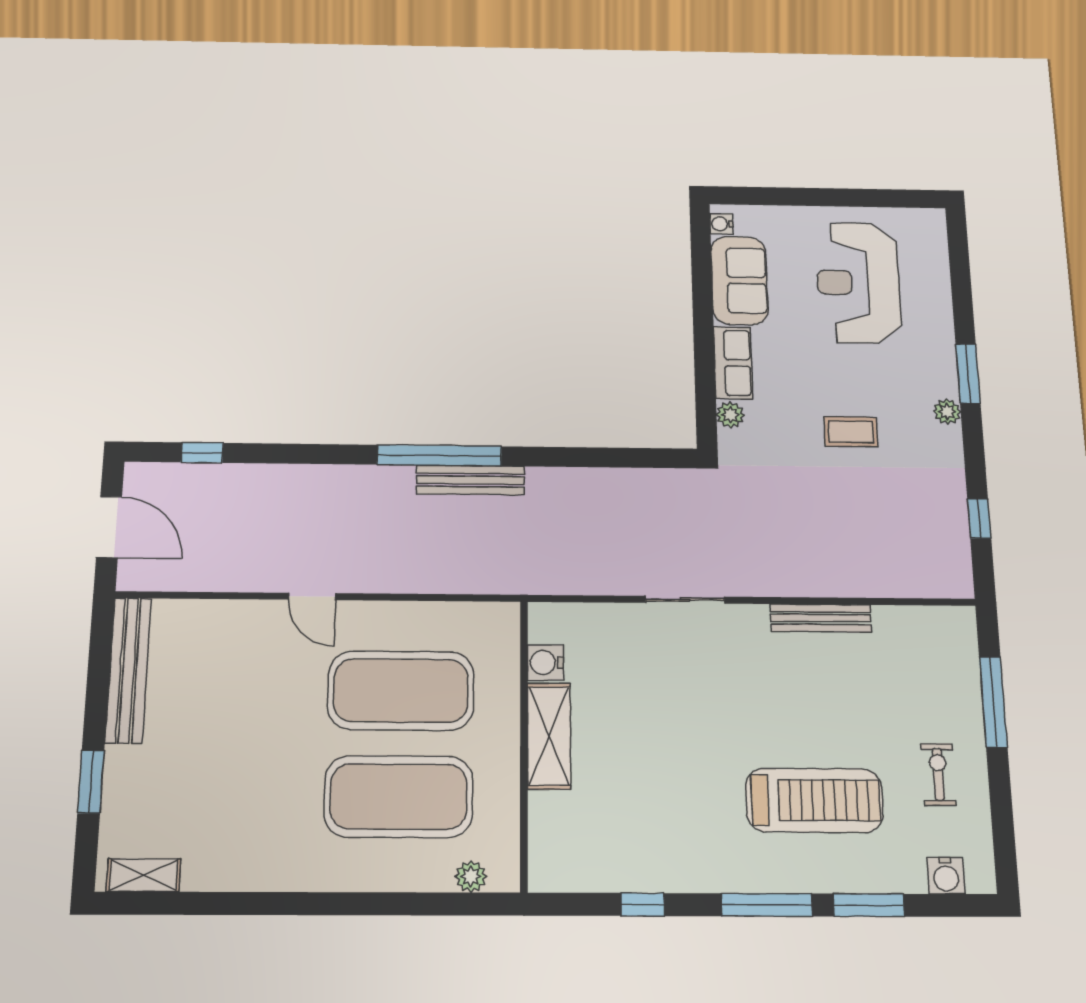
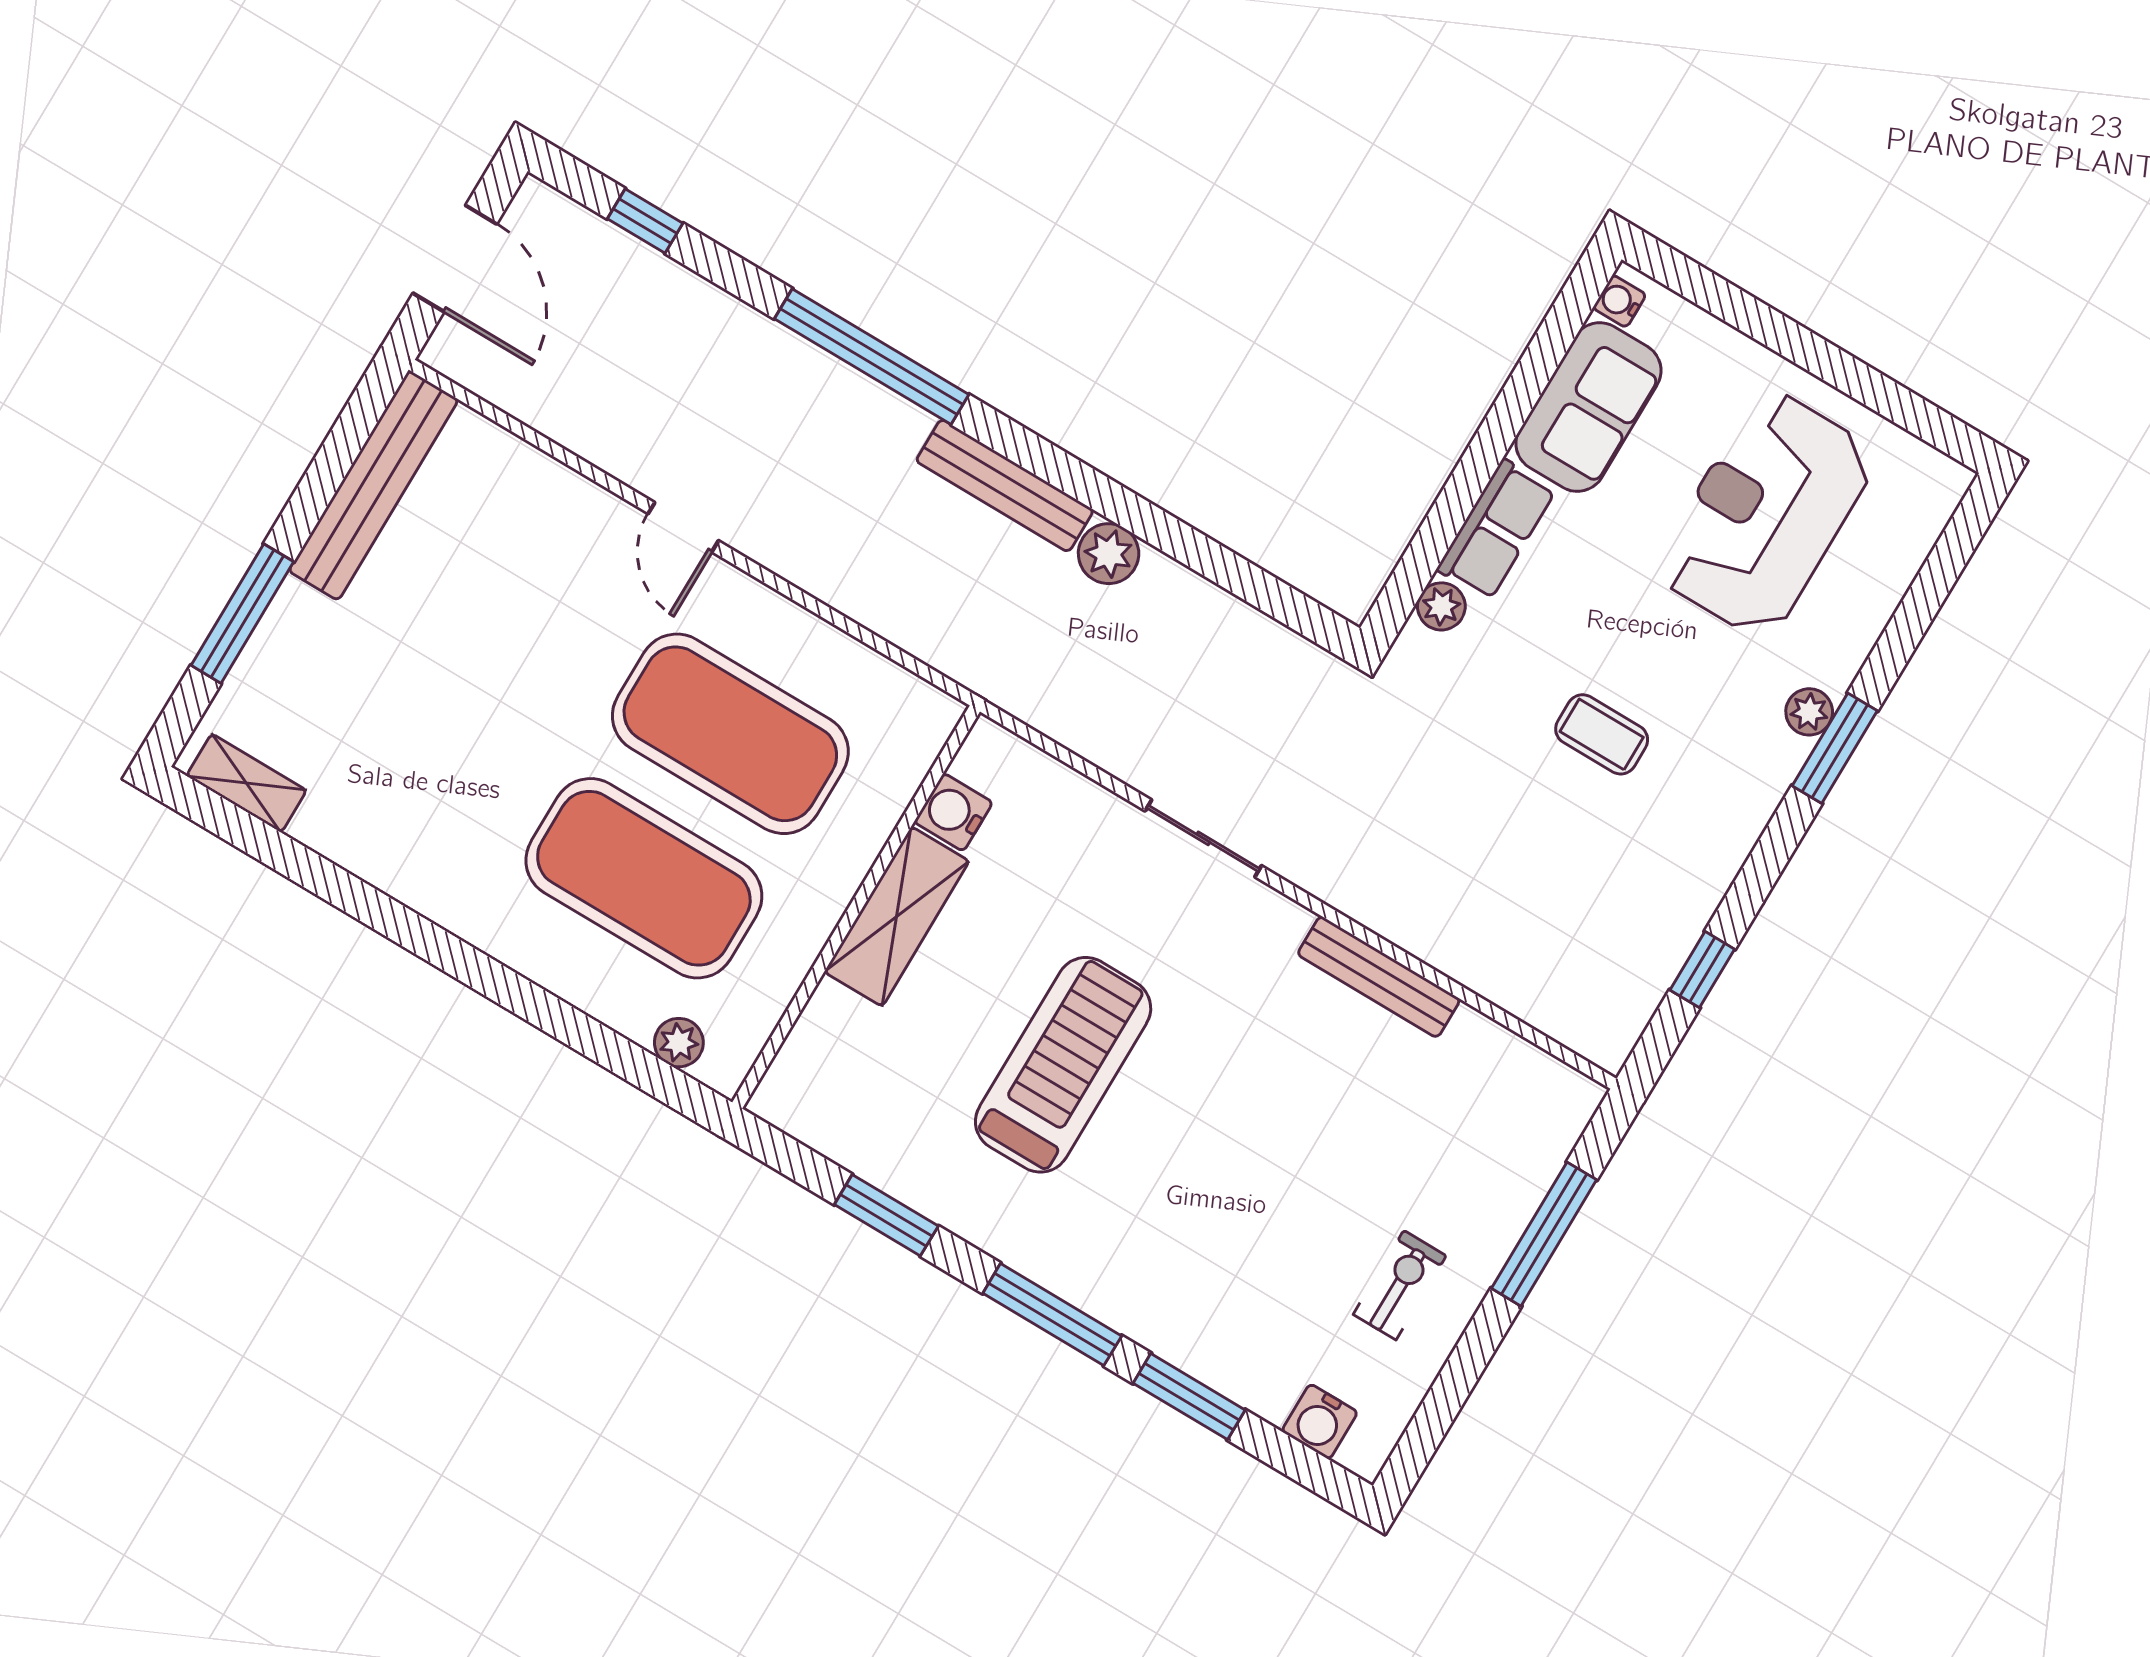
plant: (947, 412) -> (1809, 712), moved
window: (439, 455) -> (872, 357), moved
plant: (545, 484) -> (1109, 554), added
window: (91, 782) -> (242, 614), width x1.44
treadmill: (814, 800) -> (1063, 1065), moved, turned -90
window: (643, 904) -> (886, 1215), width x1.50

